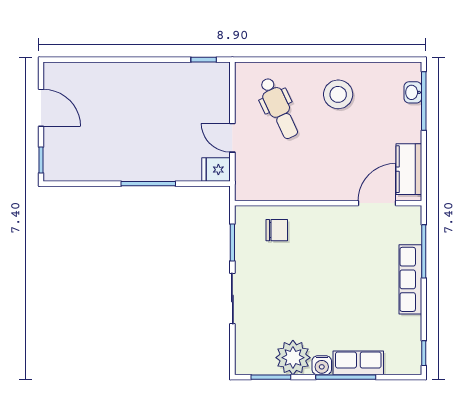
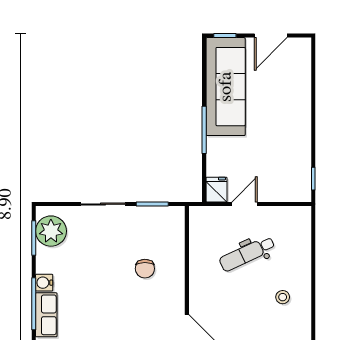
stool: (338, 94) -> (283, 297), width x0.53, depth x0.53
dental chair: (279, 108) -> (247, 254), moved
sofa: (99, 159) -> (226, 87), added
chair: (277, 230) -> (145, 269), moved
plant: (293, 358) -> (51, 231), moved

